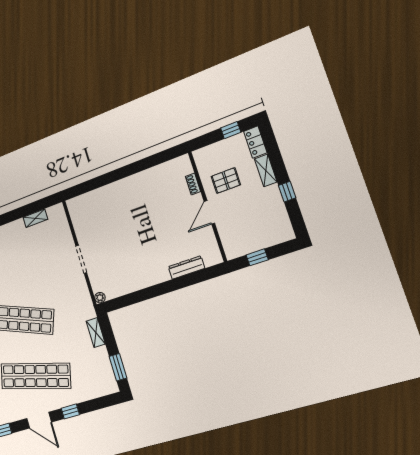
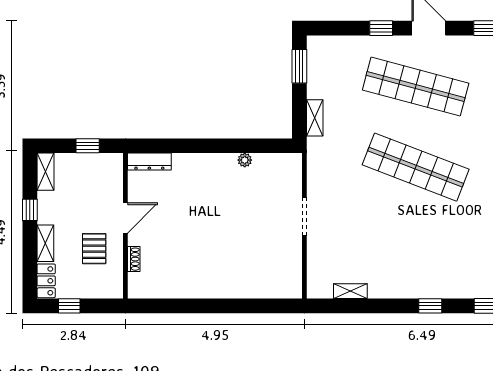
pallet: (226, 181) -> (94, 249), turned 90
shelving: (284, 226) -> (46, 172), added
dresser: (186, 267) -> (149, 161), moved
plant: (100, 298) -> (245, 160), moved

